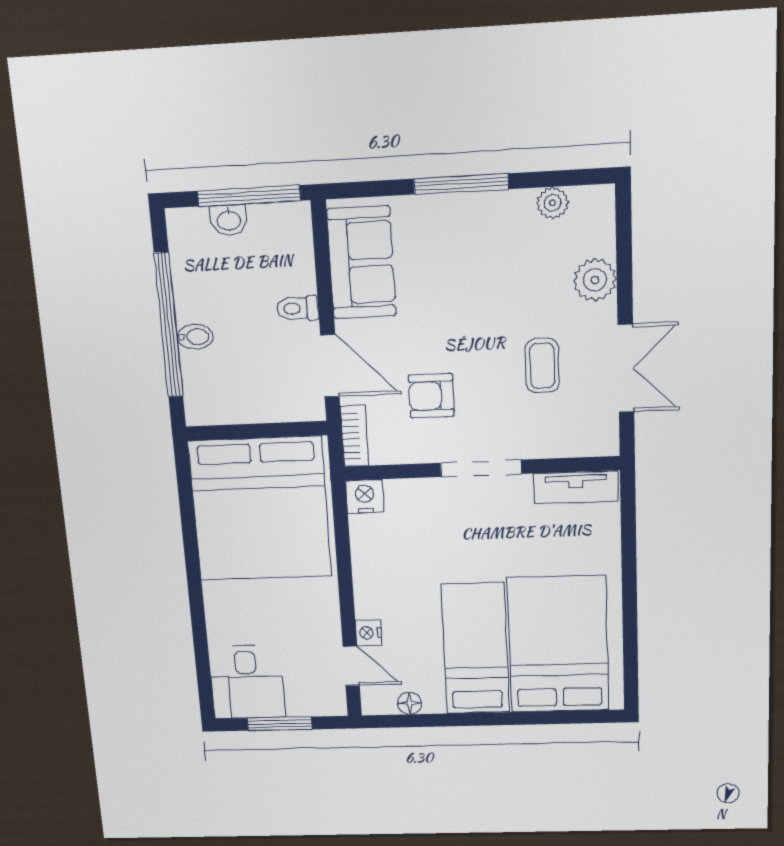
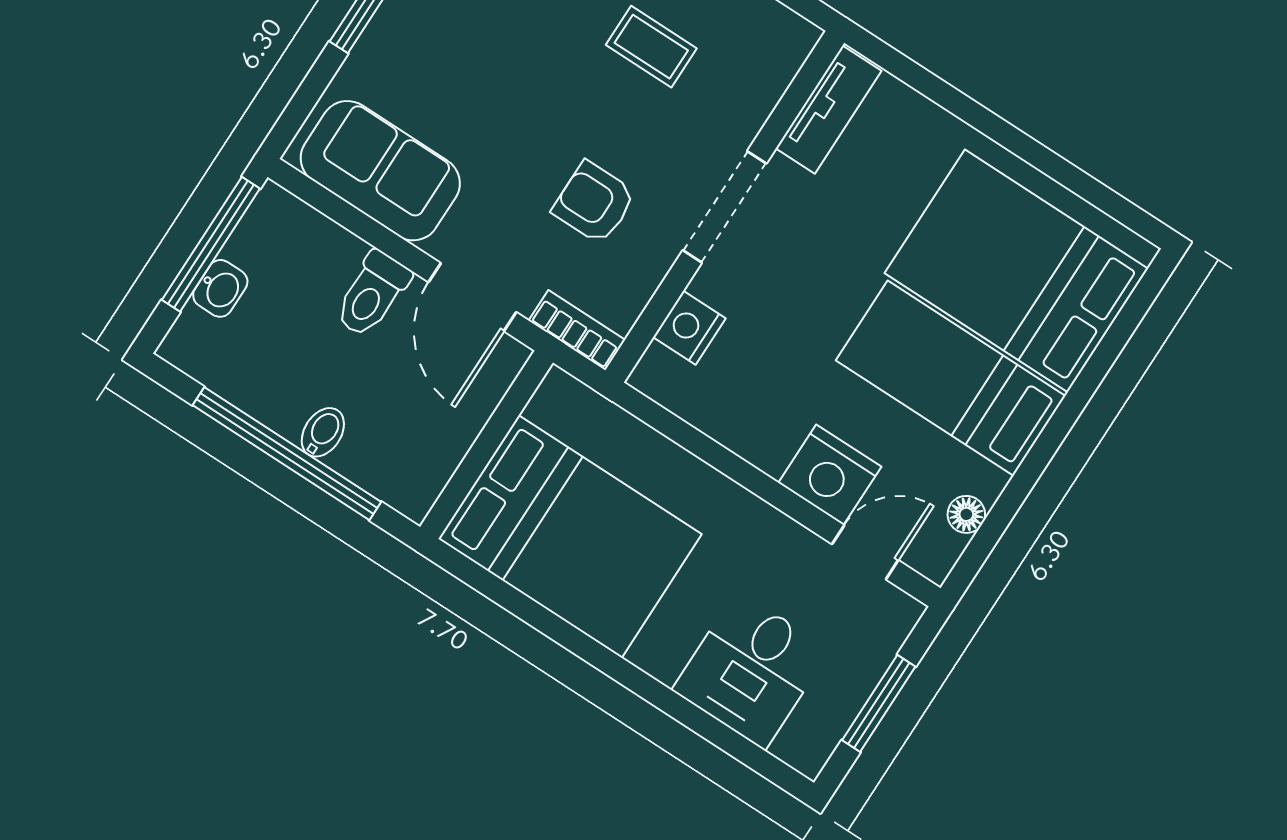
toilet: (298, 308) -> (372, 294), width x1.37, depth x1.39
door: (330, 366) -> (472, 297), swing flipped
armchair: (431, 396) -> (594, 203), turned 90
nightstand: (365, 496) -> (689, 328), moved
bed: (260, 509) -> (570, 537), width x0.73
nightstand: (368, 633) -> (830, 475), width x1.89, depth x1.79
desk: (247, 682) -> (751, 670), moved, turned 90

